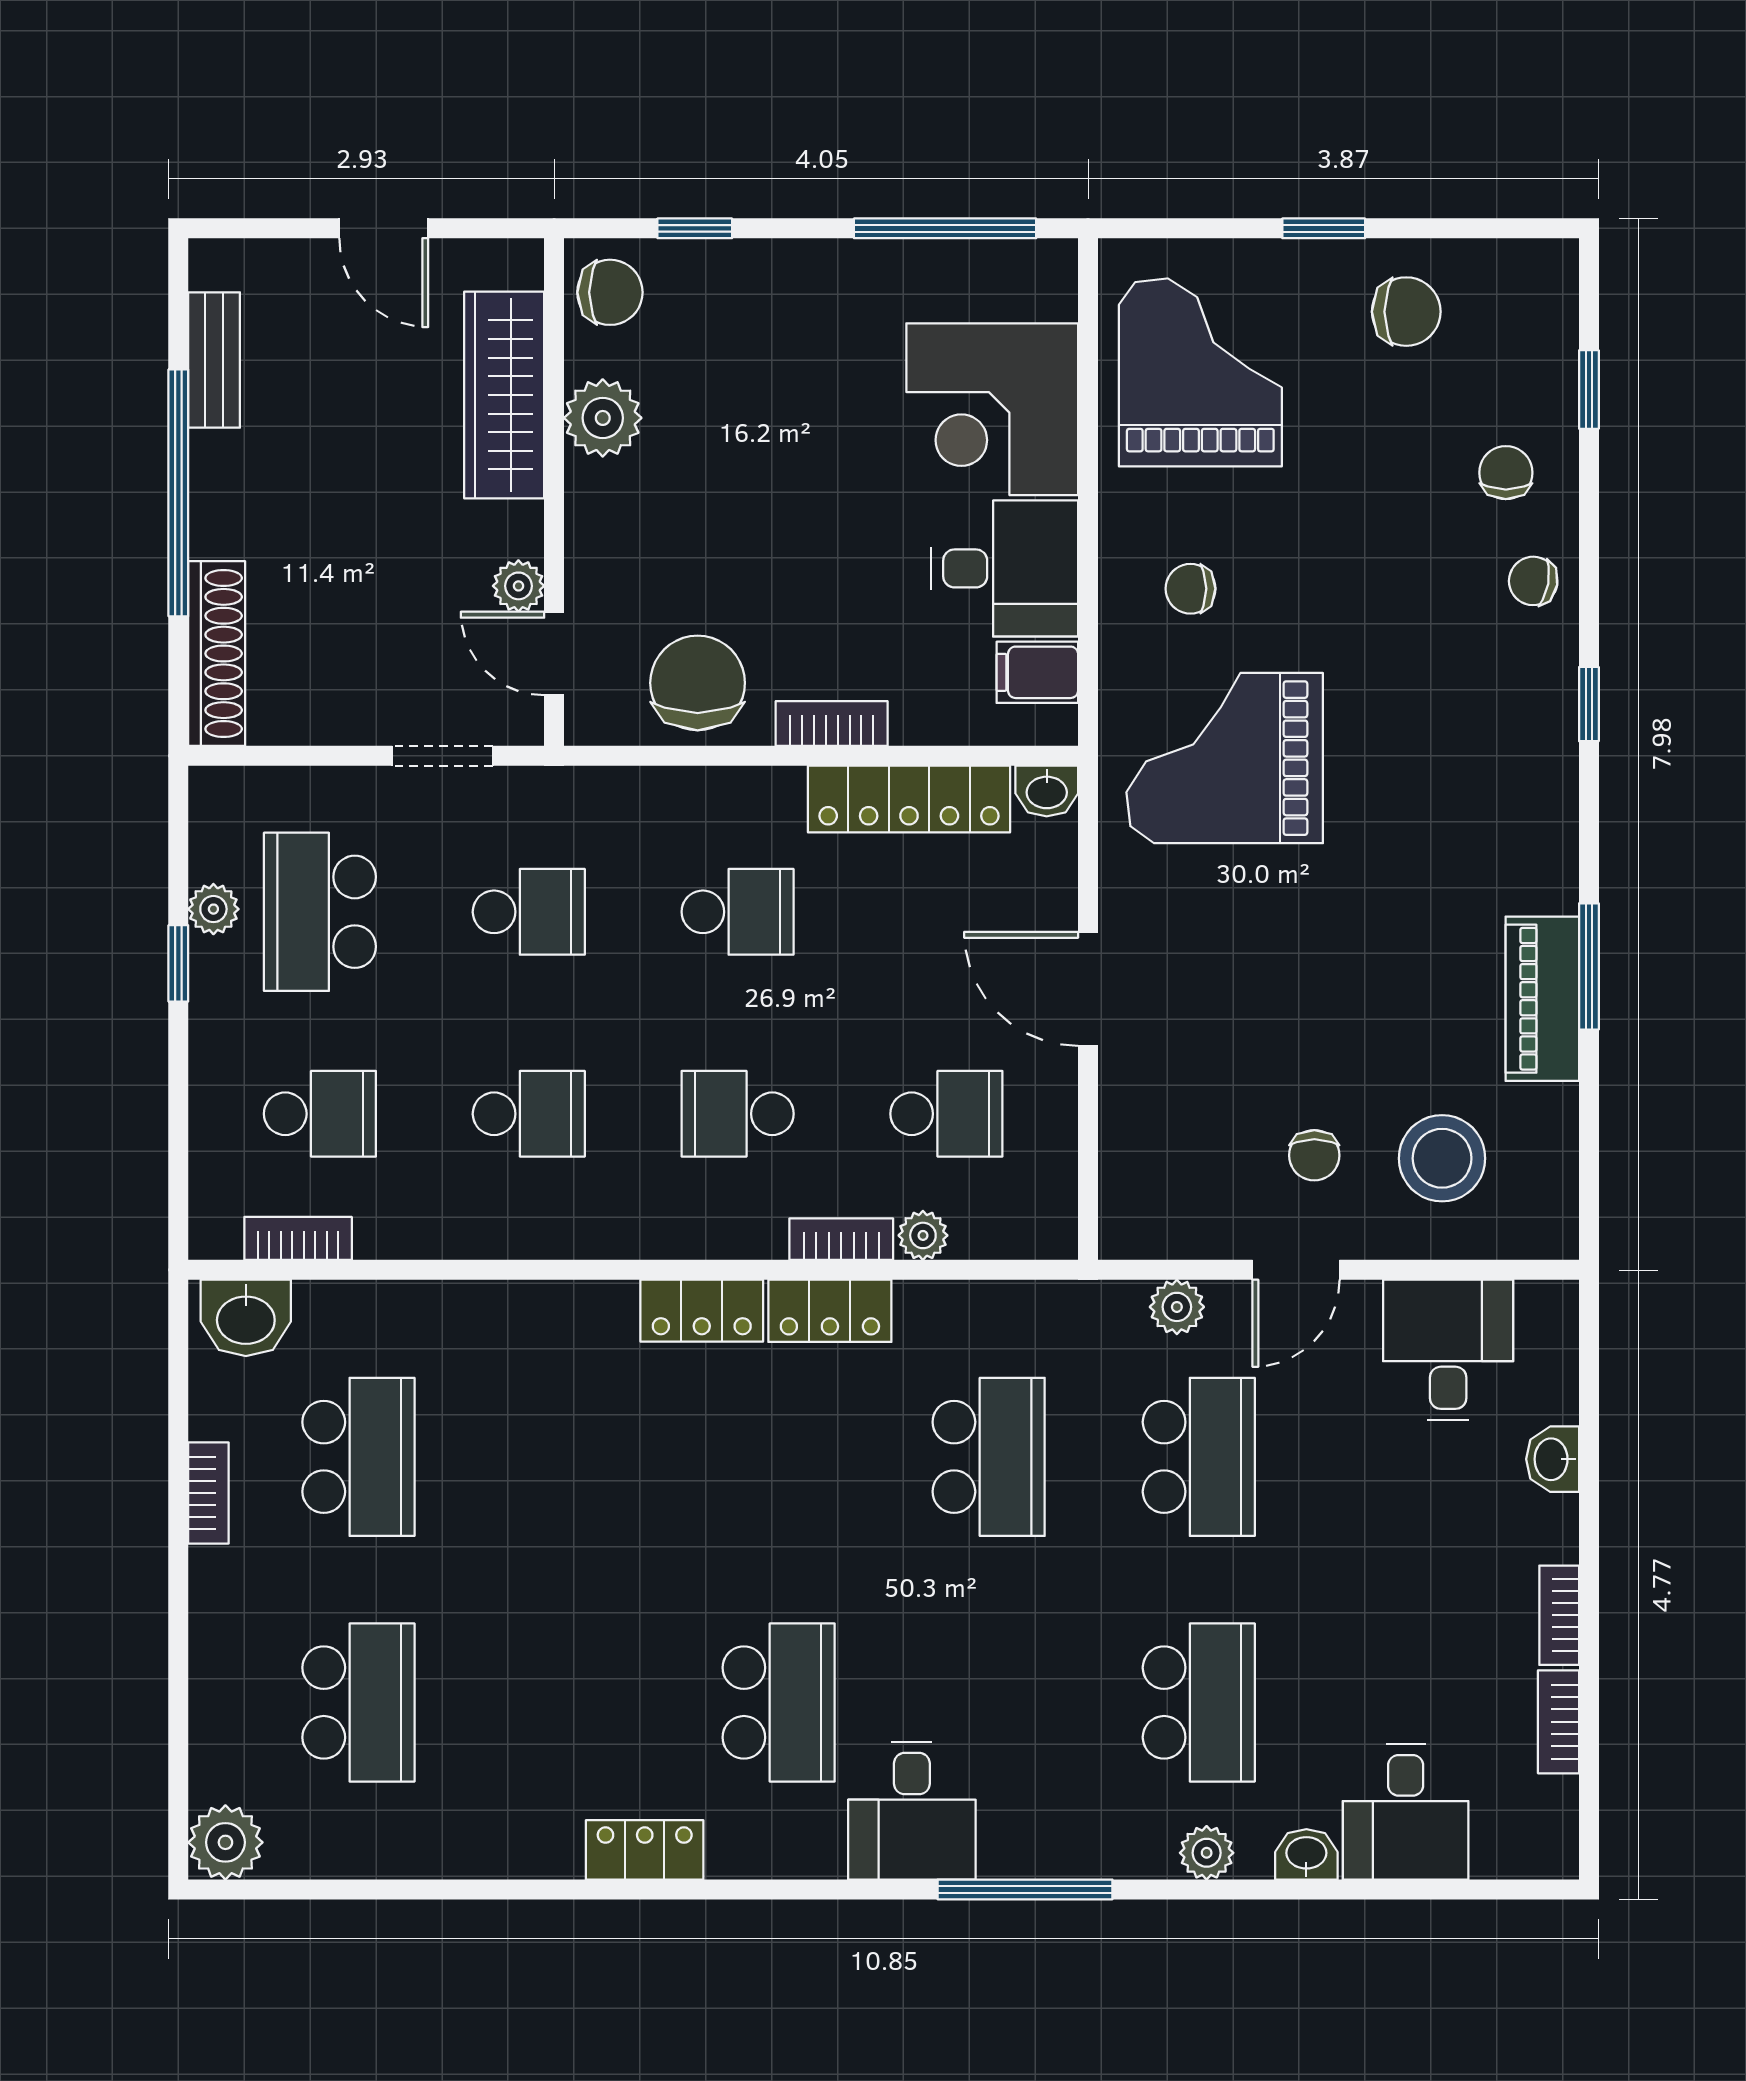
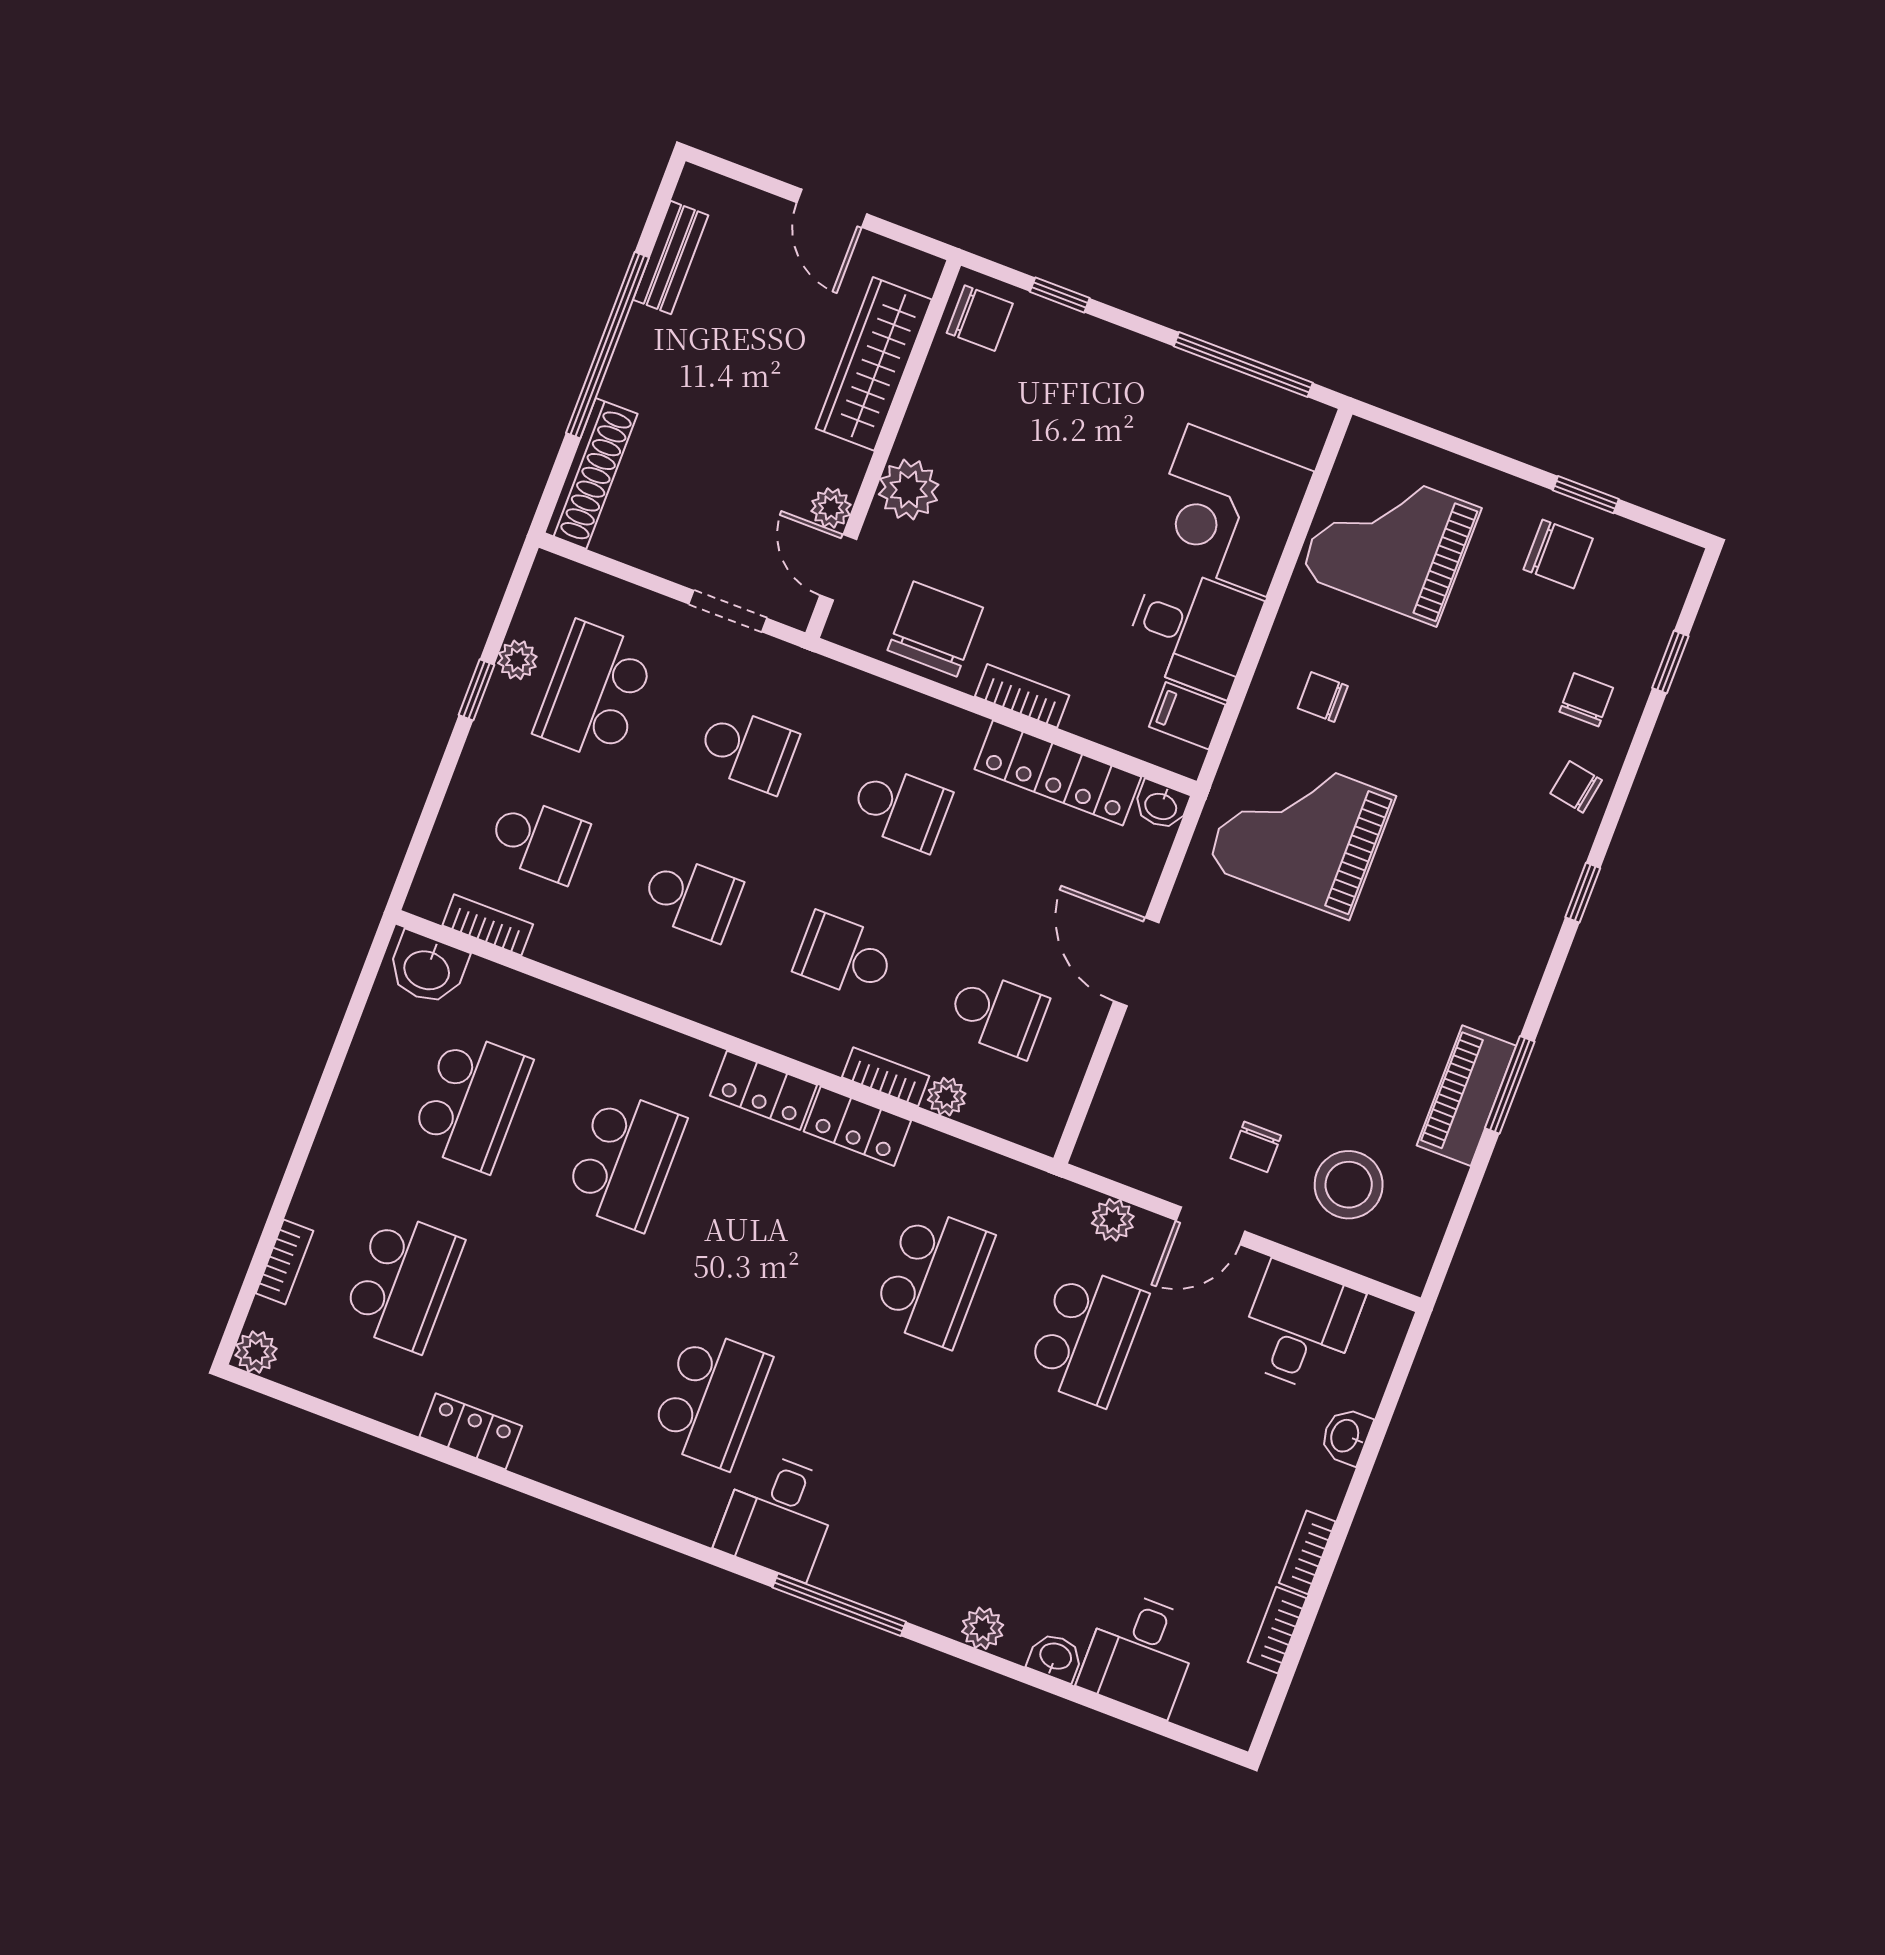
window: (1324, 228) -> (1586, 495), moved
grand piano: (1200, 372) -> (1390, 541), turned -90
plant: (603, 418) -> (909, 490), moved
bookcase: (208, 1493) -> (284, 1262), moved
school desk: (1199, 1702) -> (625, 1160), moved
plant: (225, 1842) -> (256, 1352), width x0.73, depth x0.73
locker: (645, 1850) -> (471, 1431), moved

